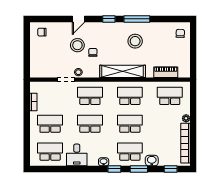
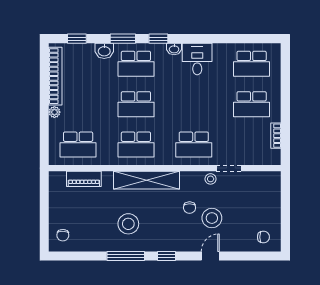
school desk: (90, 124) -> (194, 104), removed
desk: (77, 155) -> (197, 59), moved

